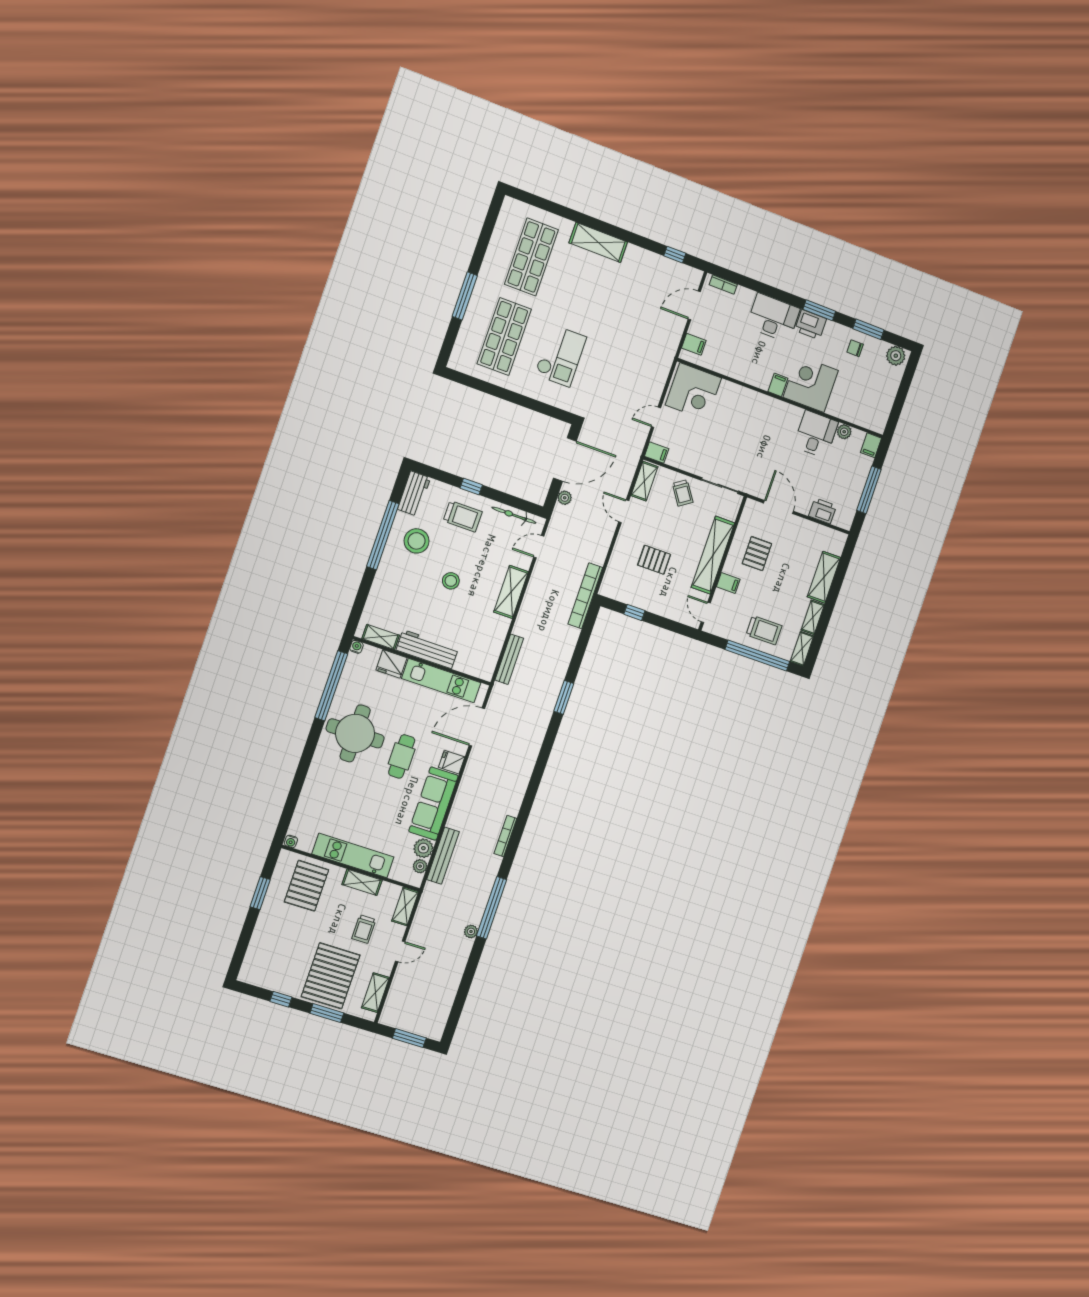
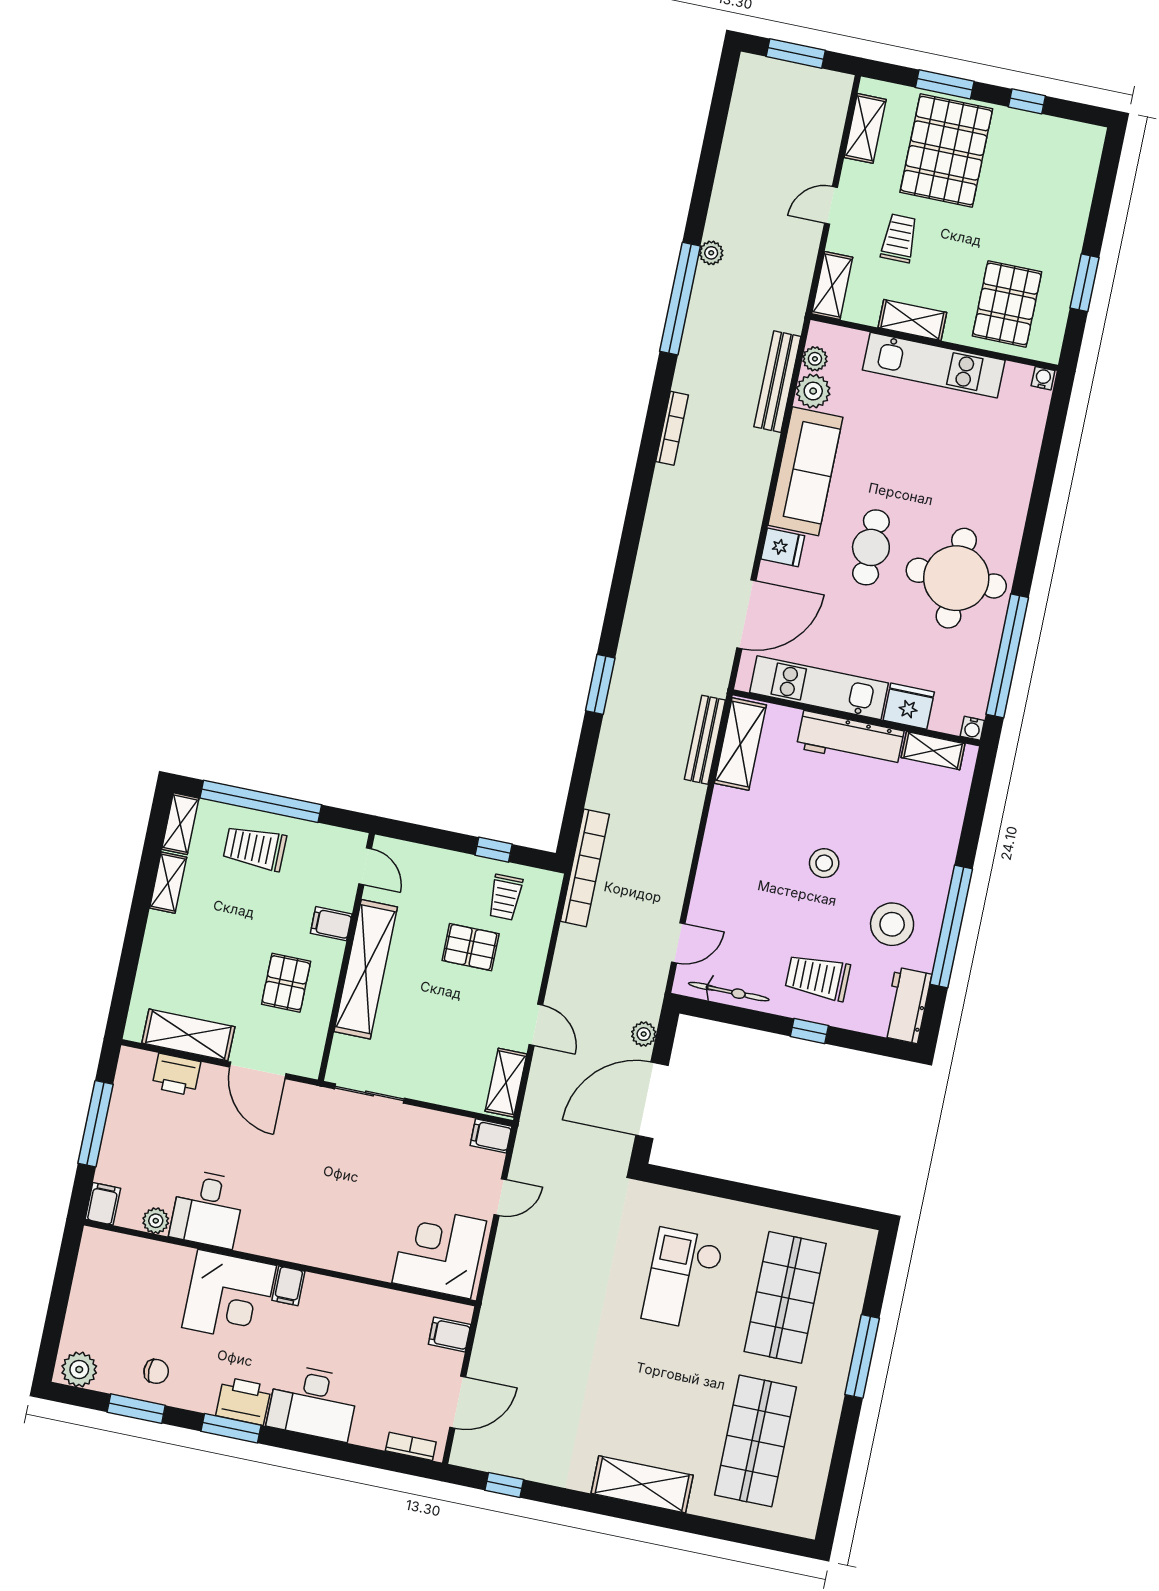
trolley: (683, 493) -> (505, 897), moved, turned -146
shelving: (824, 577) -> (188, 1035), moved, turned 90
shelving: (511, 592) -> (740, 744), moved

